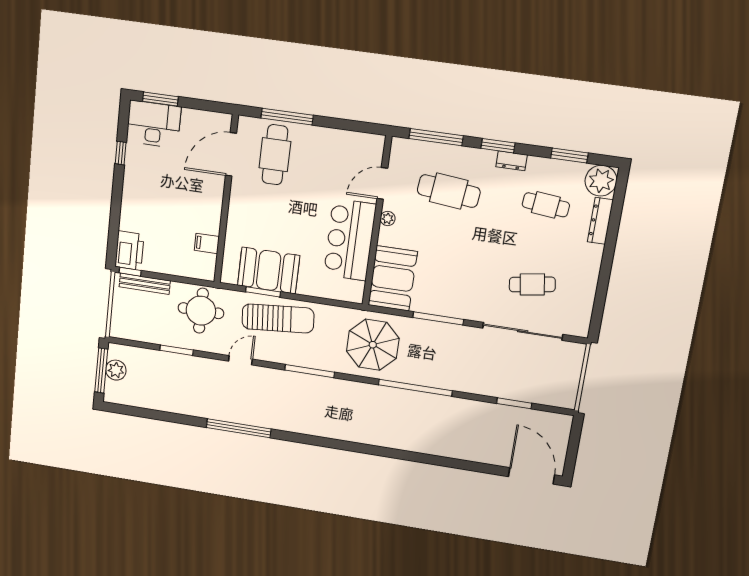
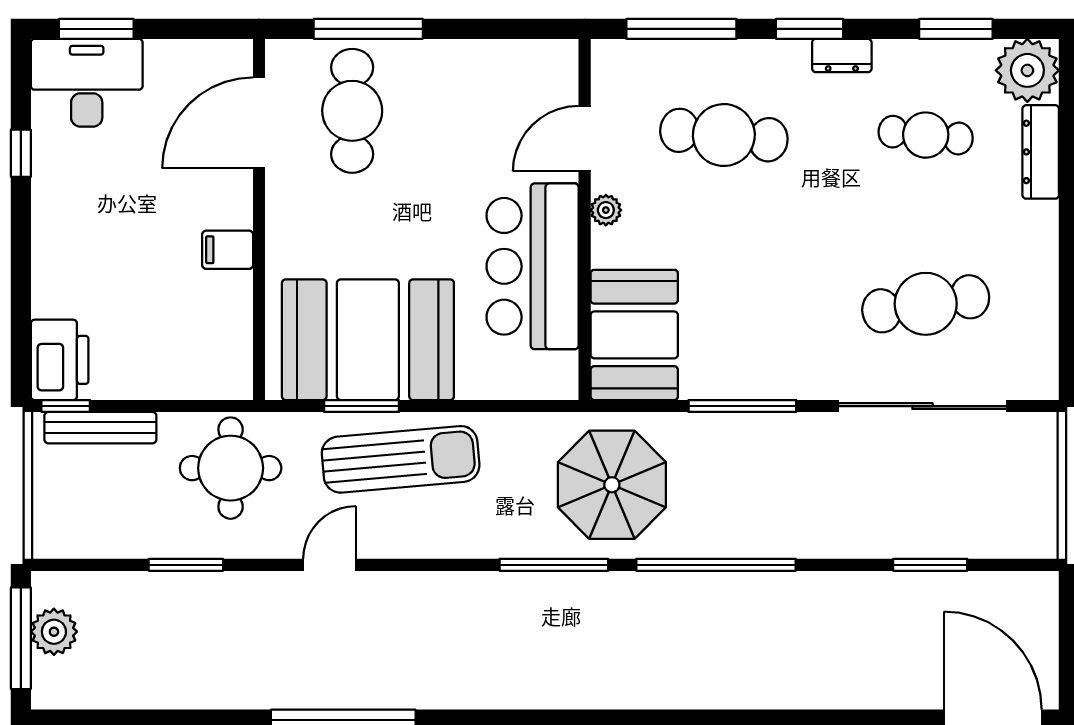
filing cabinet: (207, 243) -> (228, 250), moved
booth: (269, 270) -> (368, 340), width x1.36, depth x1.42
cafe table: (532, 284) -> (926, 304), width x1.37, depth x1.35
window: (310, 371) -> (554, 565), moved

